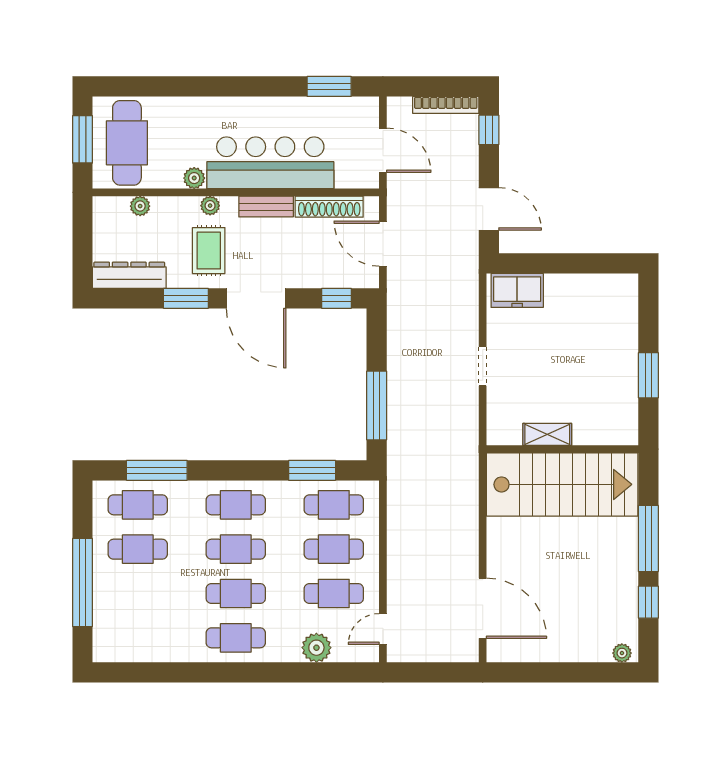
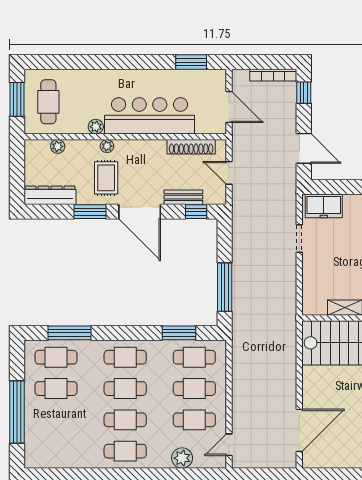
cafe table: (127, 143) -> (48, 102), width x0.73, depth x0.74
bench: (266, 207) -> (183, 197), moved
door: (383, 244) -> (229, 173), width x0.73
doorway: (483, 366) -> (299, 238), moved
door: (483, 608) -> (299, 430), hinge flipped

